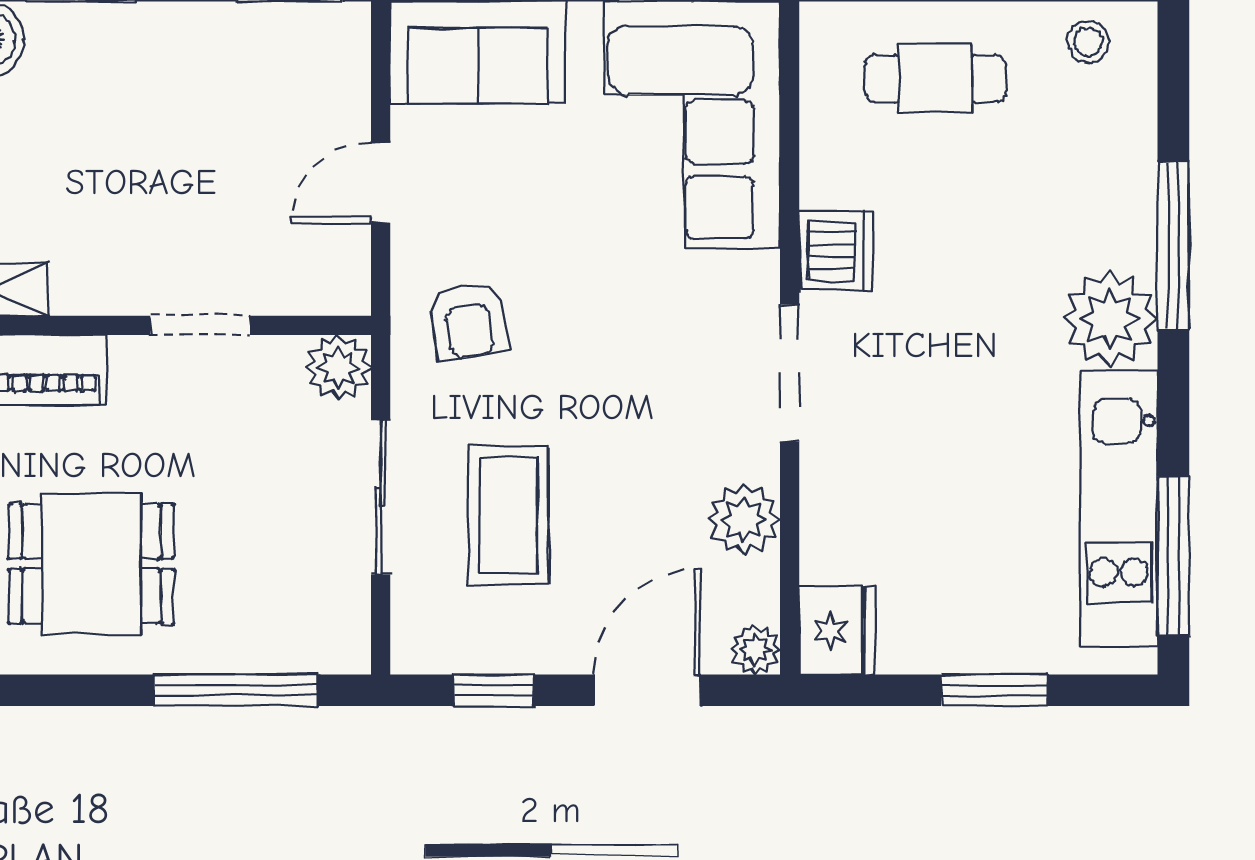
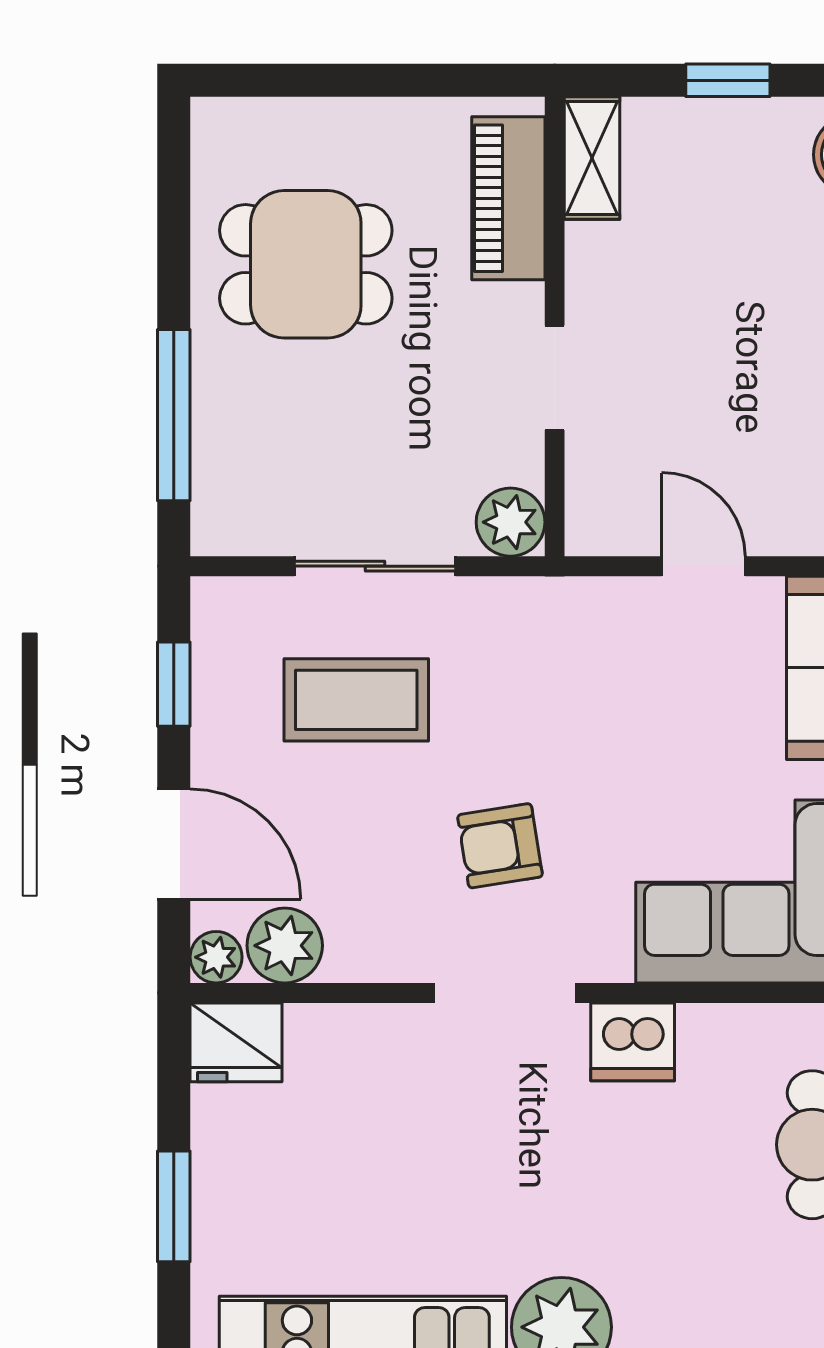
armchair: (468, 321) -> (500, 846), moved
plant: (744, 519) -> (285, 946), moved
dining table: (91, 564) -> (306, 264), turned 90

